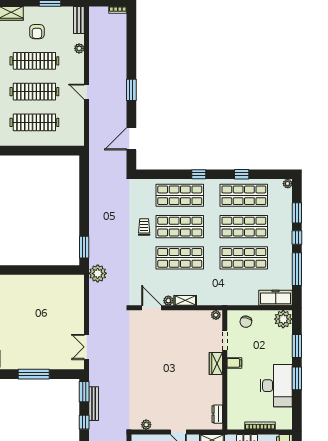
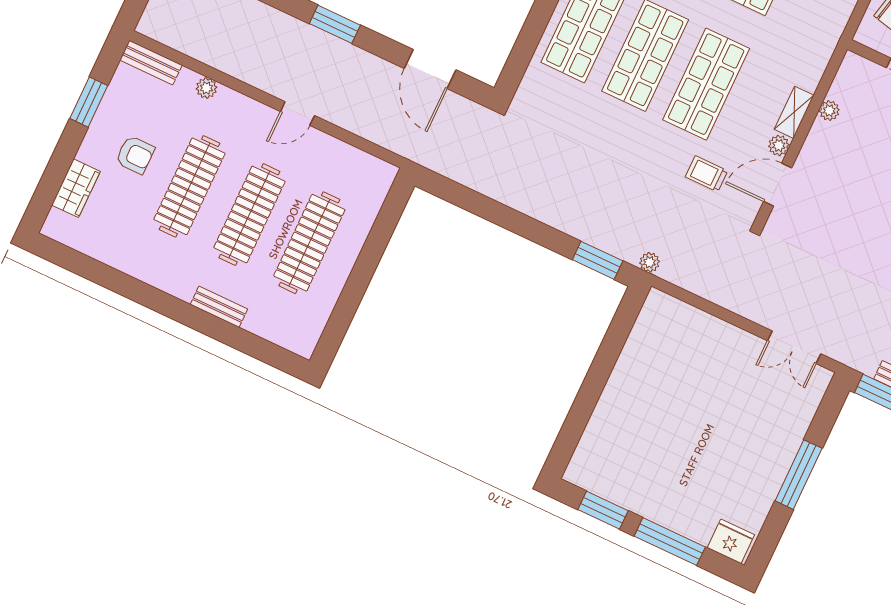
trolley: (144, 227) -> (707, 174), moved
plant: (98, 273) -> (650, 262), width x0.53, depth x0.53
plant: (216, 315) -> (829, 111), moved

